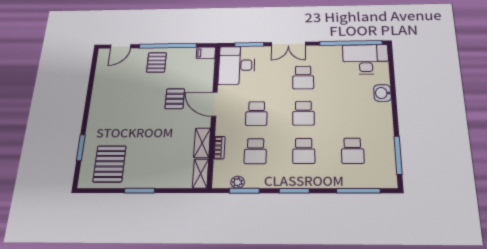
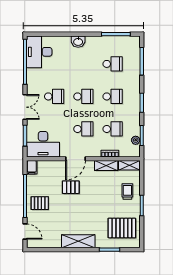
washbasin: (382, 93) -> (78, 42), moved
shelving: (98, 108) -> (78, 241), added
trolley: (162, 171) -> (127, 191), added

